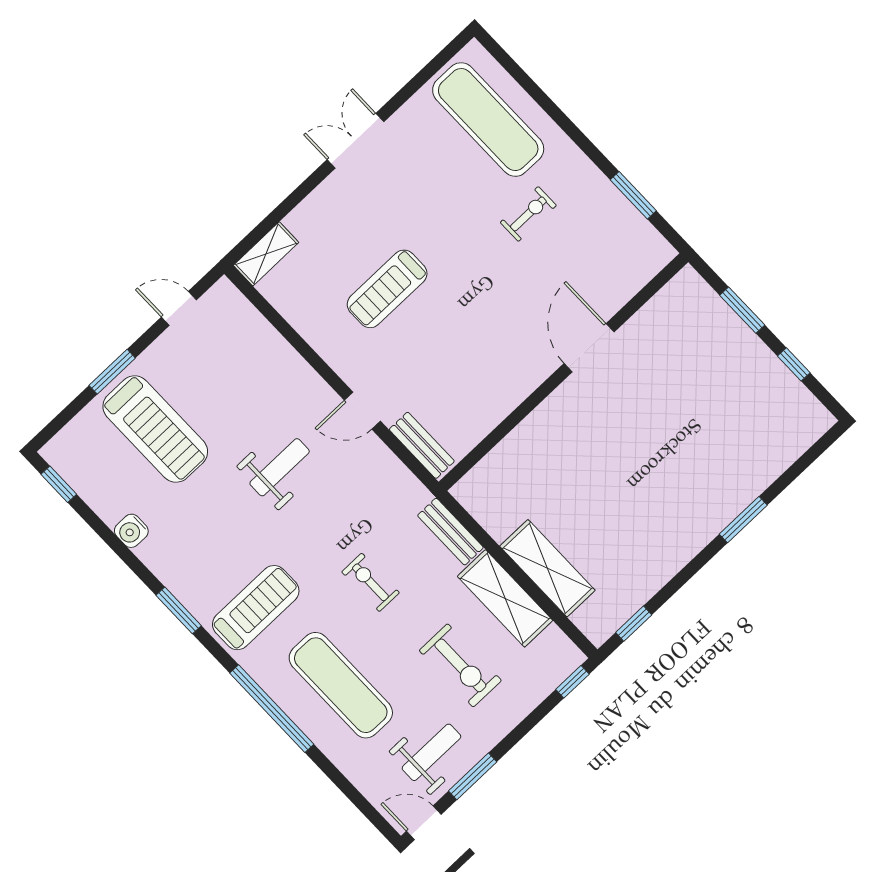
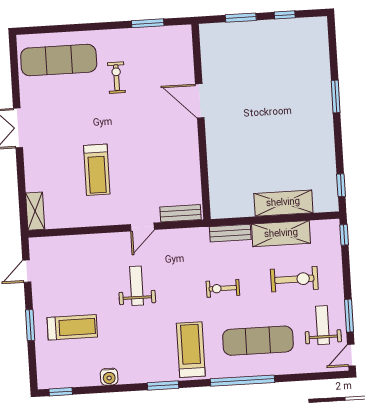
treadmill: (155, 429) -> (72, 327), width x0.73, depth x0.73

